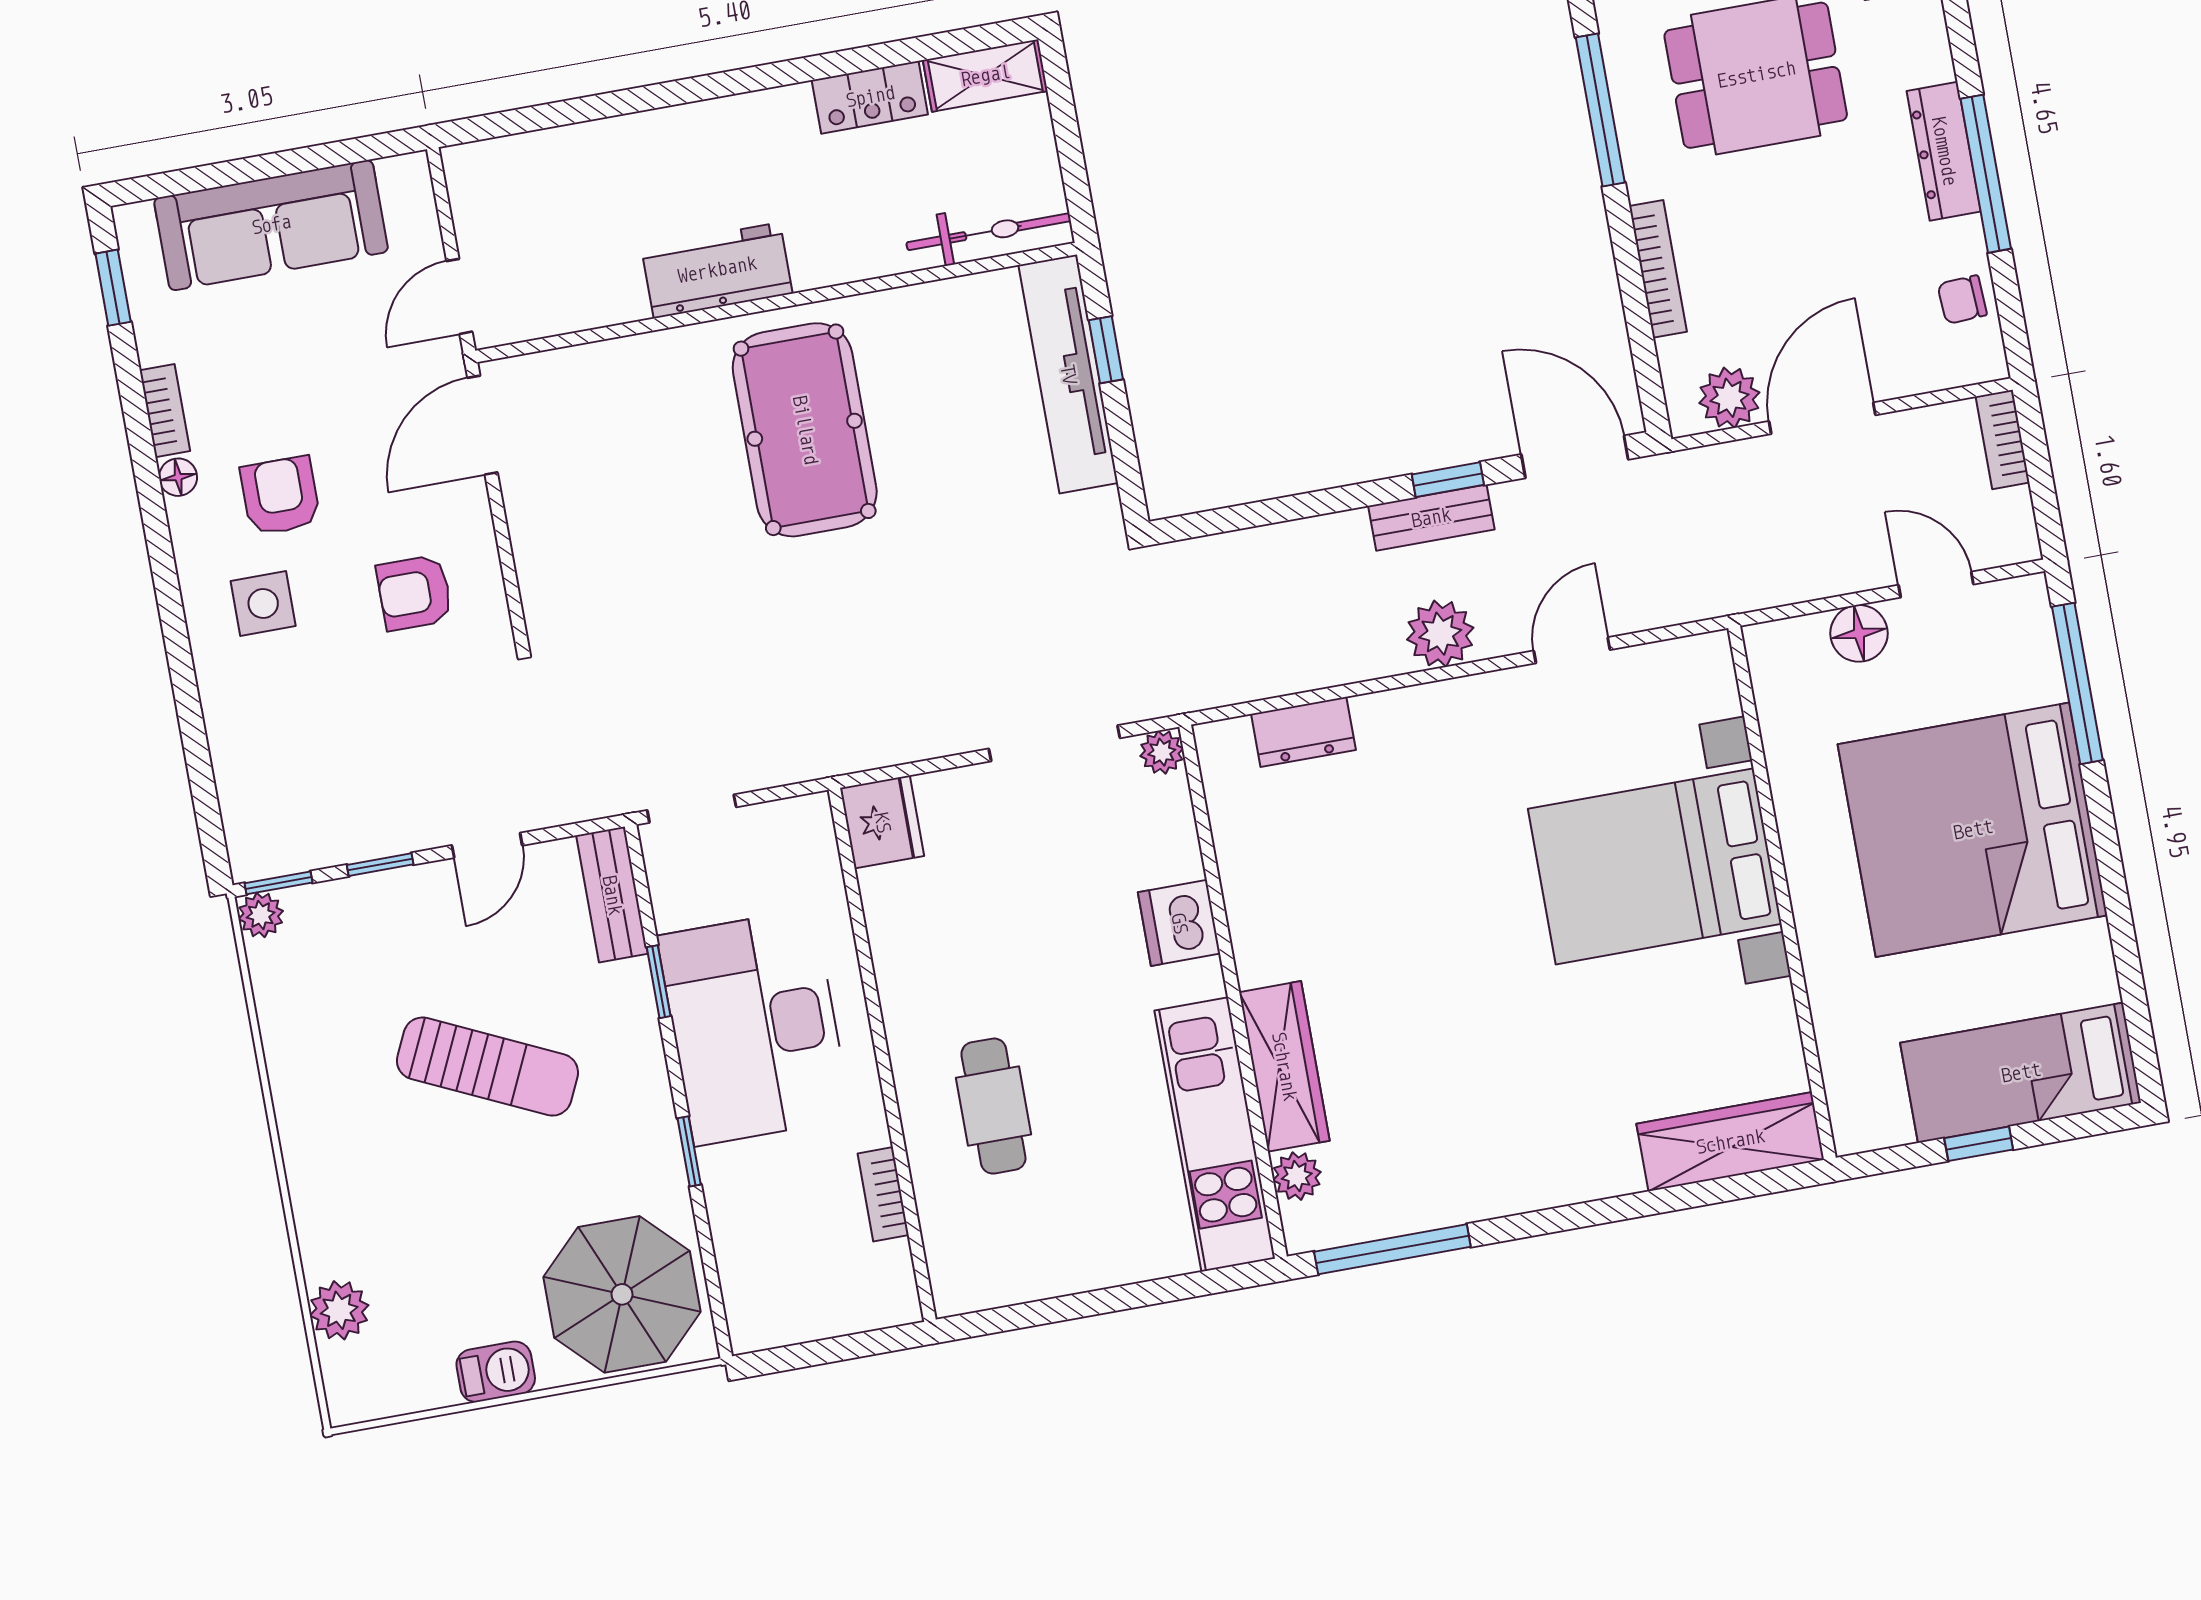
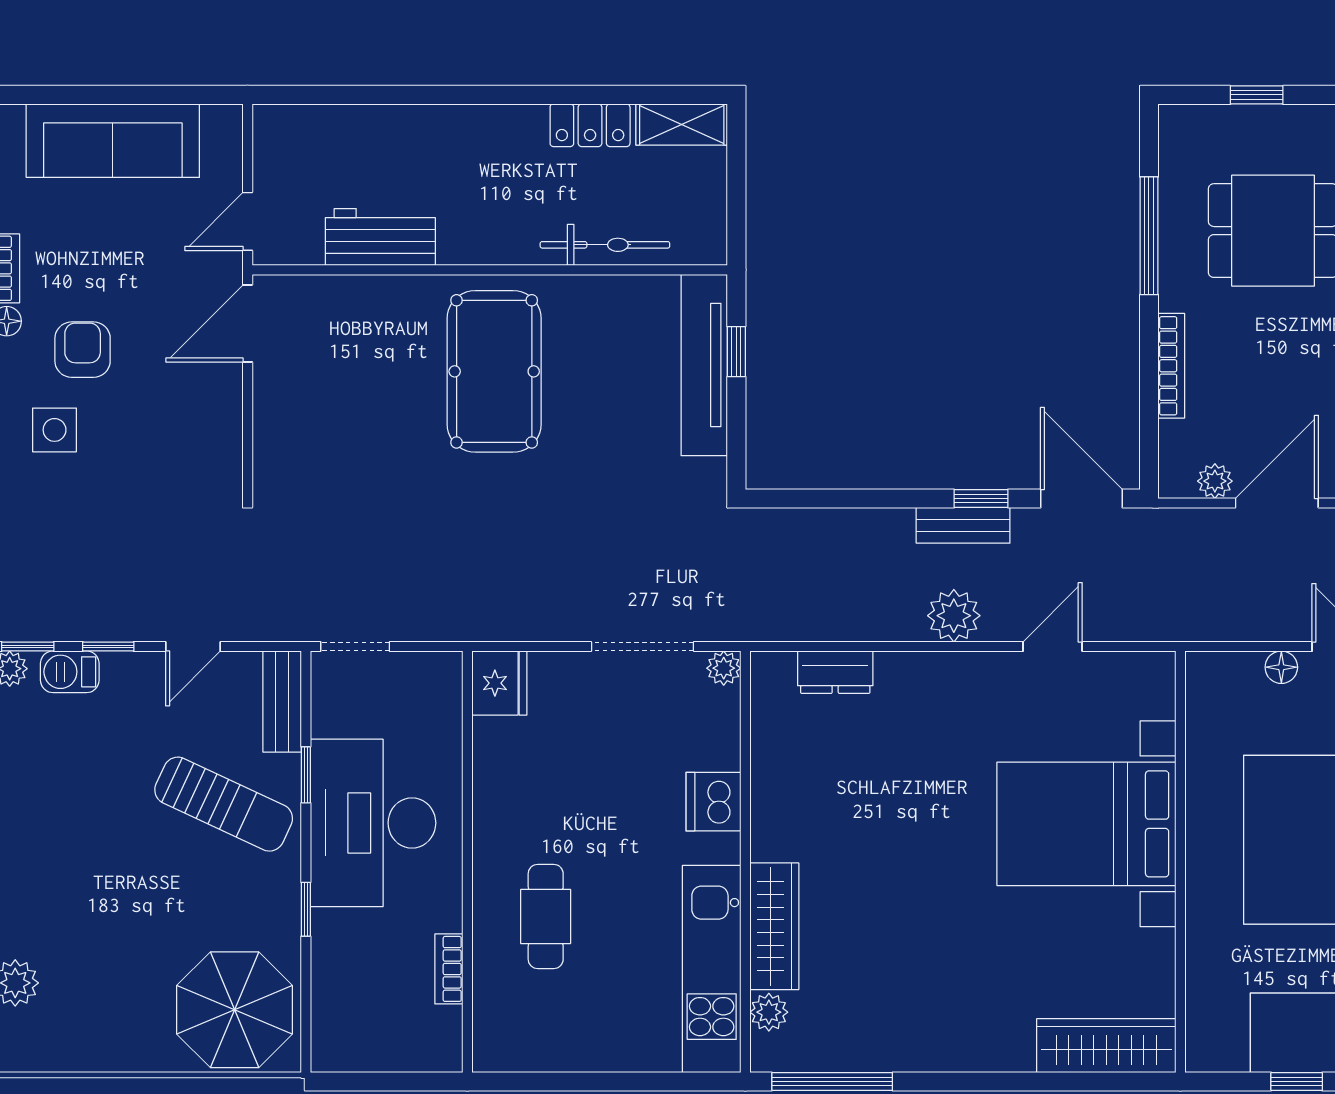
bicycle: (989, 232) -> (605, 245), moved
workbench: (717, 270) -> (380, 237), moved
plant: (1729, 398) -> (1215, 481), width x0.73, depth x0.73
armchair: (414, 593) -> (172, 443), removed
floor lamp: (1859, 633) -> (1281, 667), width x0.73, depth x0.73
sun lounger: (487, 1067) -> (224, 804), moved
barbecue: (496, 1372) -> (70, 672), moved, turned 180

